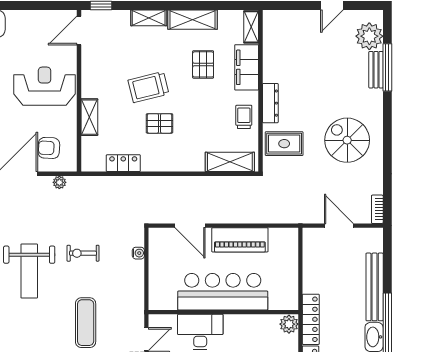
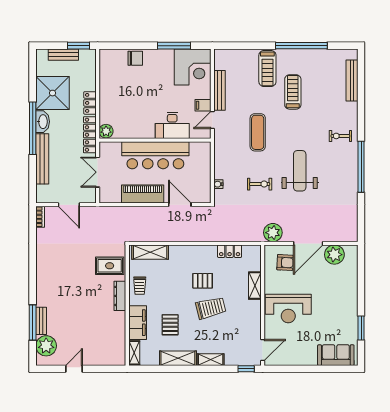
spiral stairs: (347, 140) -> (63, 268), removed
plant: (59, 182) -> (273, 233), width x1.87, depth x1.87
double door: (300, 269) -> (98, 172), added

